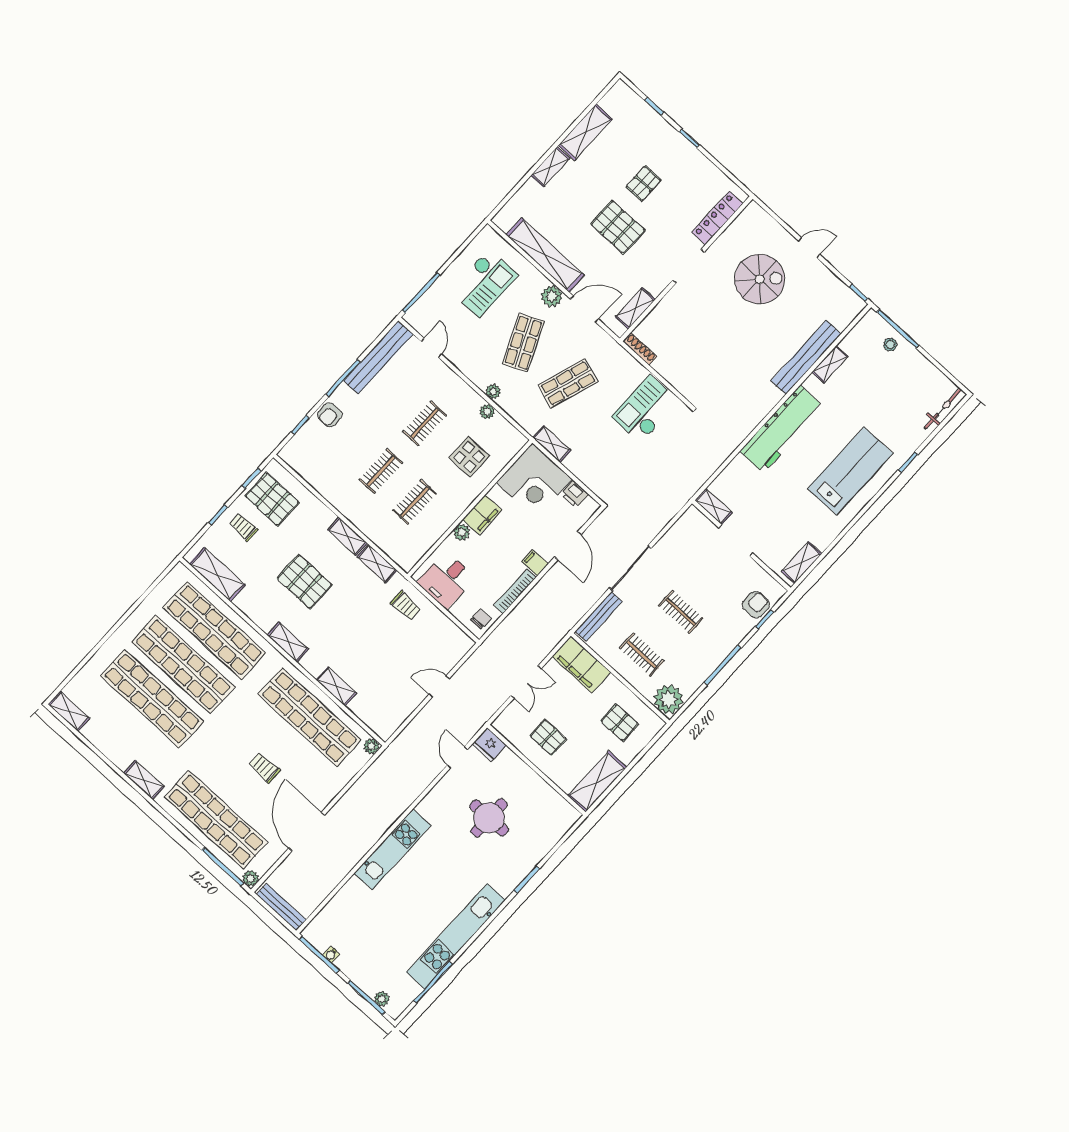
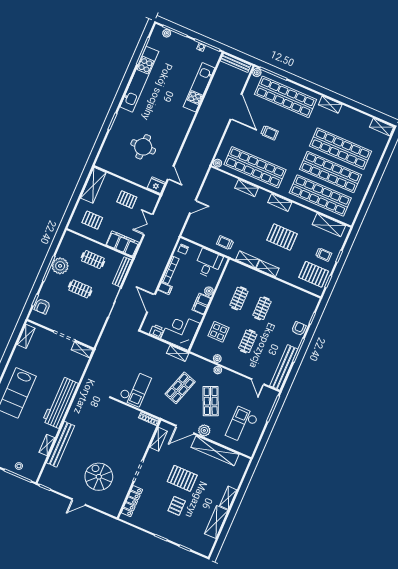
spiral stairs: (760, 279) -> (99, 477), turned 90
plant: (669, 699) -> (60, 266), moved
kitchen unit: (393, 849) -> (199, 87), moved

